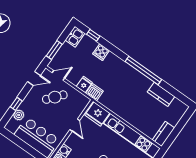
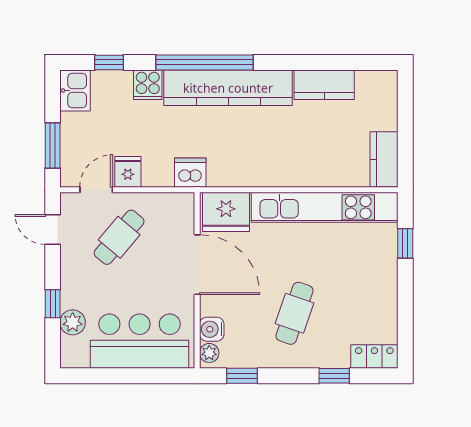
window: (143, 71) -> (205, 62), moved
kitchen counter: (128, 72) -> (228, 88), added
door: (34, 79) -> (53, 230), swing flipped
fridge: (84, 85) -> (128, 172), moved
door: (75, 125) -> (197, 265), width x1.87

